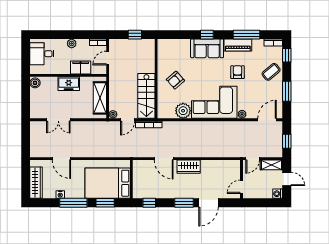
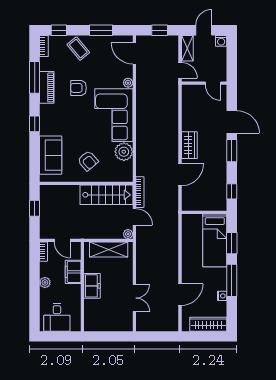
sofa: (207, 48) -> (51, 155), moved
boiler: (35, 83) -> (91, 325), removed
bed: (108, 183) -> (215, 240), width x0.67

